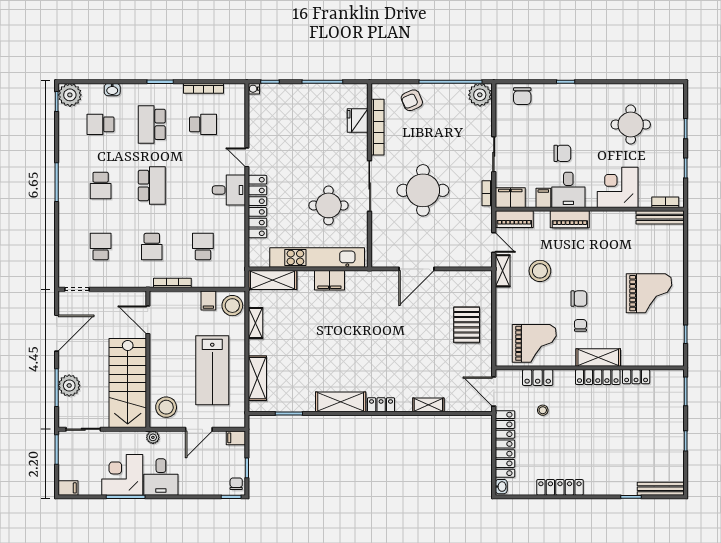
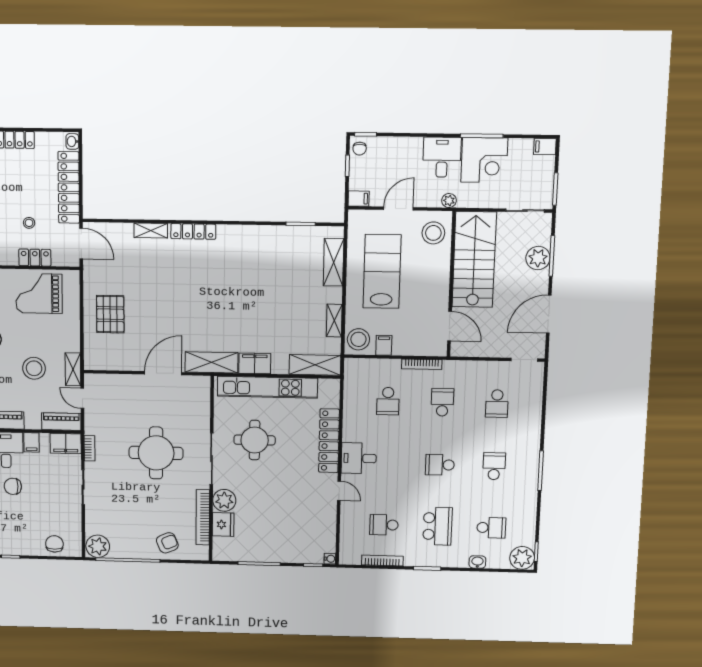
plant: (357, 145) -> (224, 500), added
school desk: (152, 185) -> (440, 465), width x0.54
shelving: (341, 402) -> (211, 362), moved
locker: (381, 405) -> (193, 231), width x1.53

